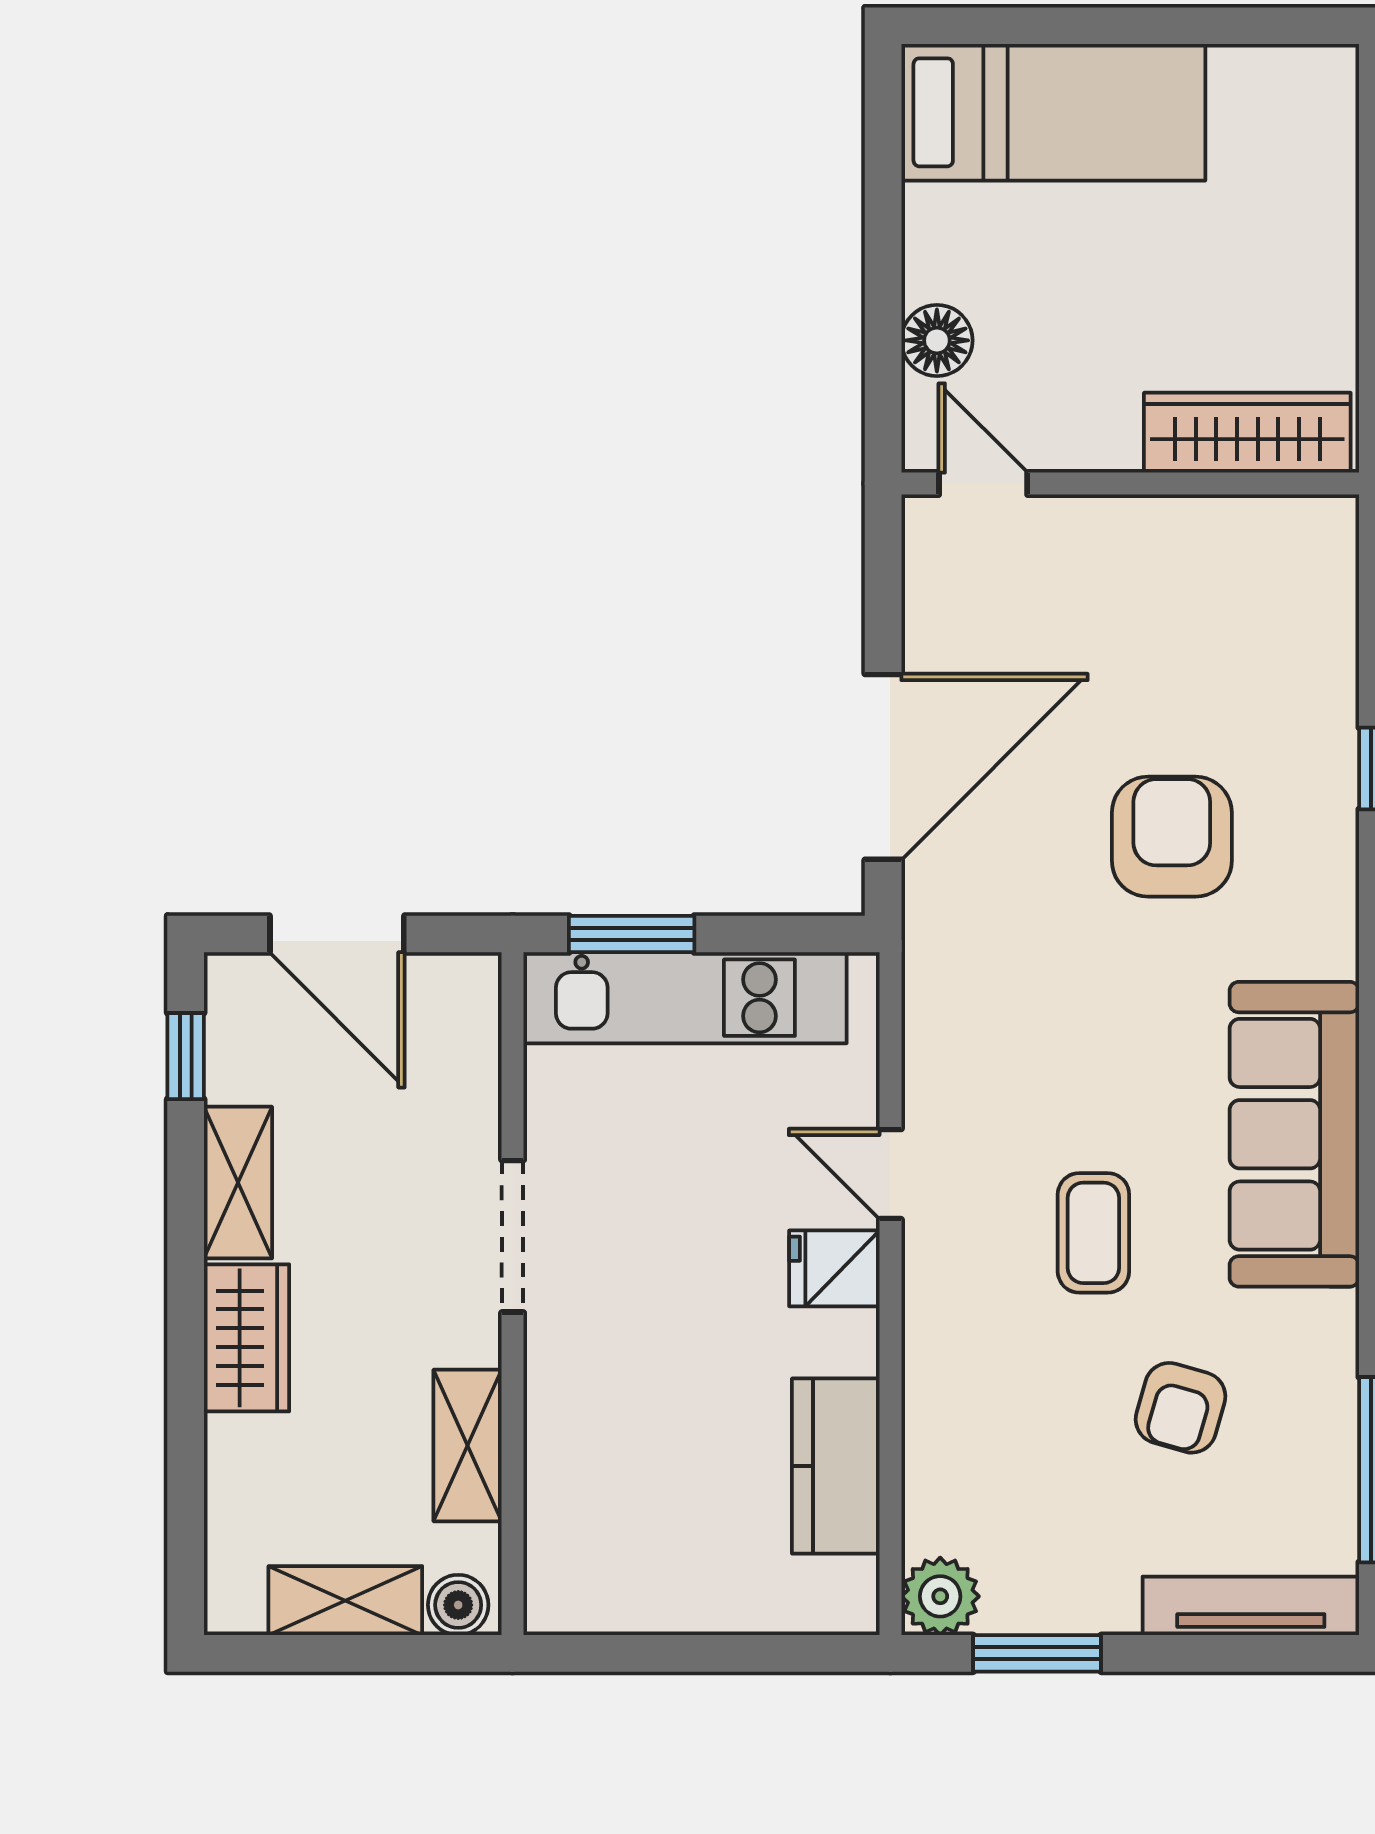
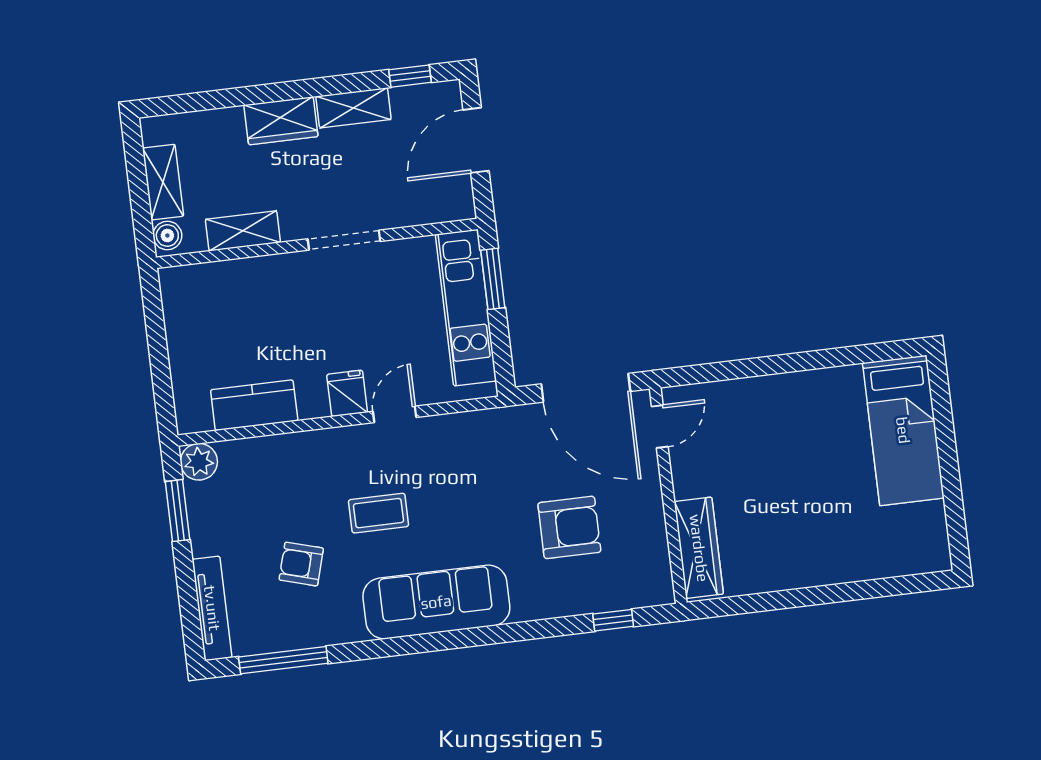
floor lamp: (937, 340) -> (789, 389), removed
wardrobe: (1247, 433) -> (699, 548), moved
door: (983, 484) -> (660, 426), moved
wall: (1130, 484) -> (668, 496), moved

